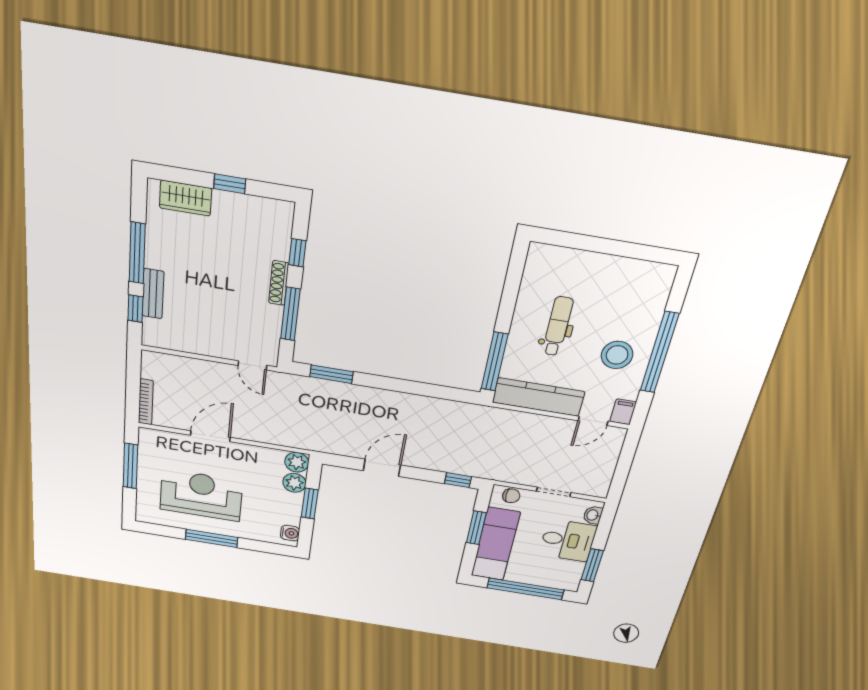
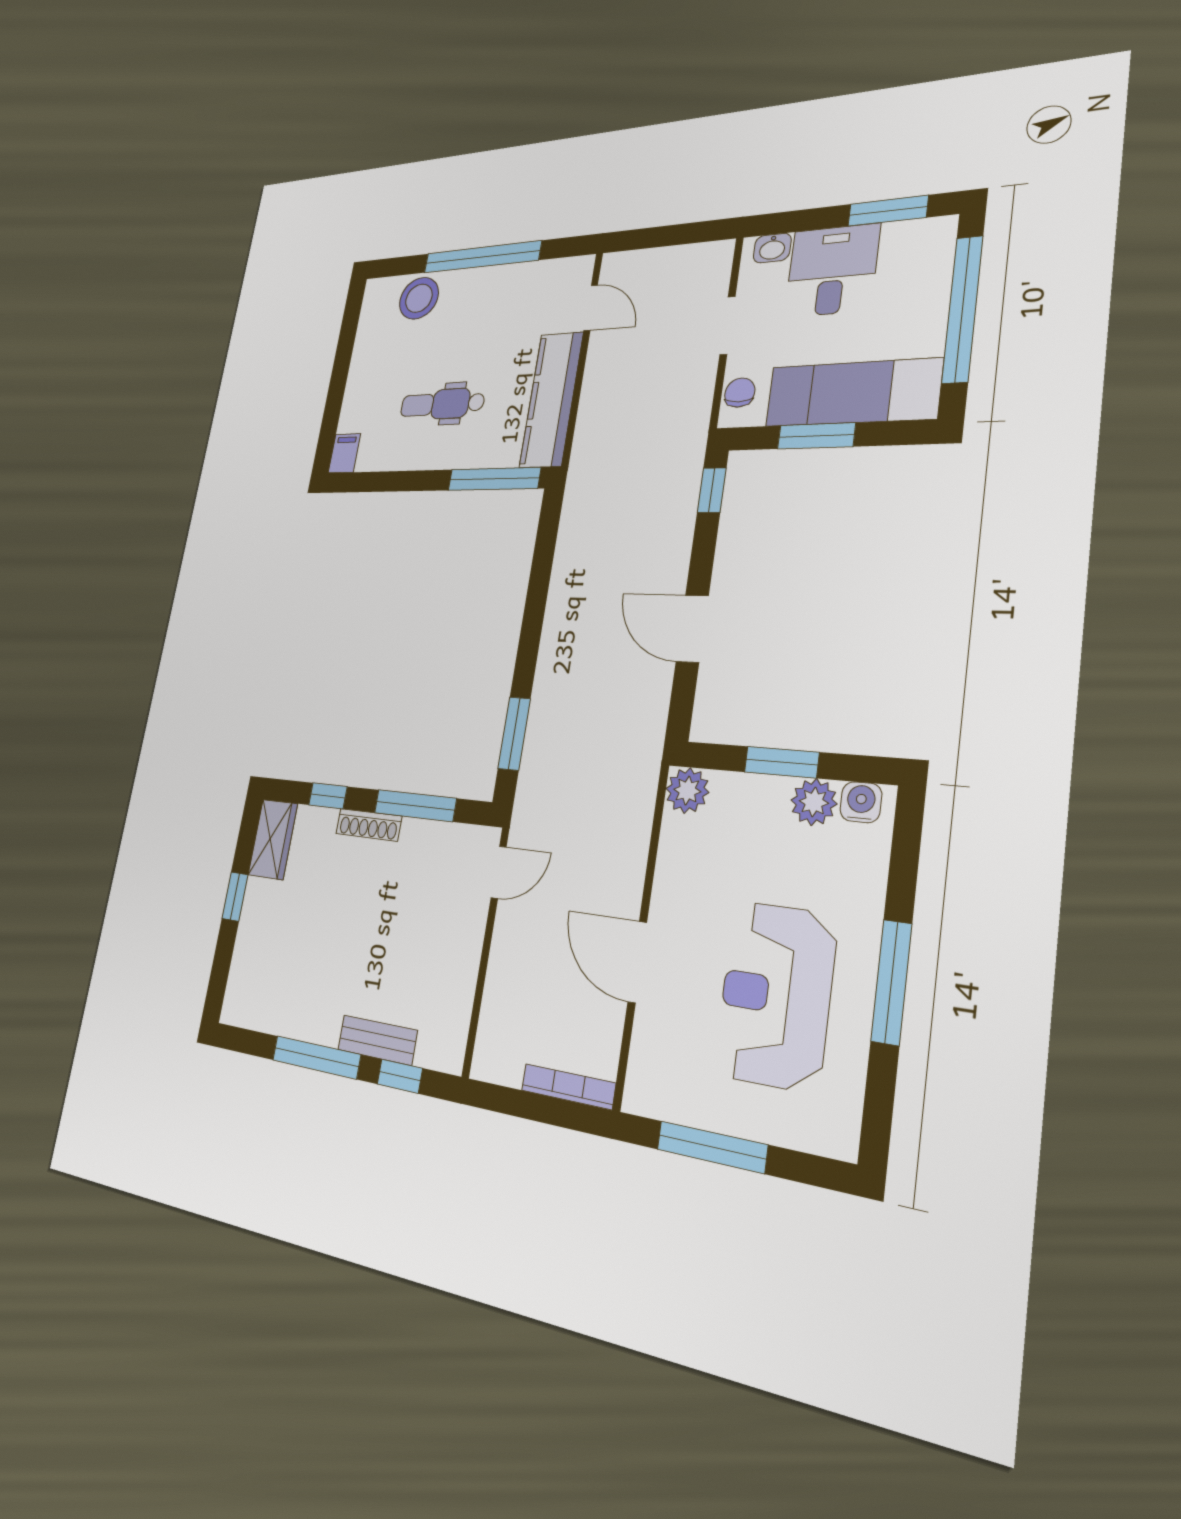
wardrobe: (186, 198) -> (273, 839), moved
stool: (617, 355) -> (419, 298), moved
filing cabinet: (623, 412) -> (344, 453), moved, turned 90
plant: (294, 483) -> (814, 802), moved

